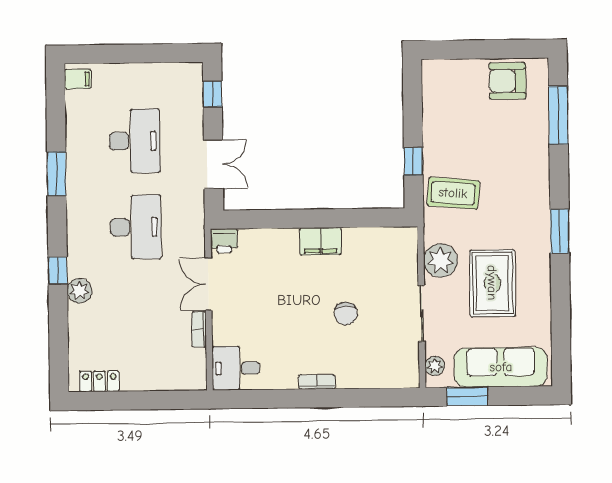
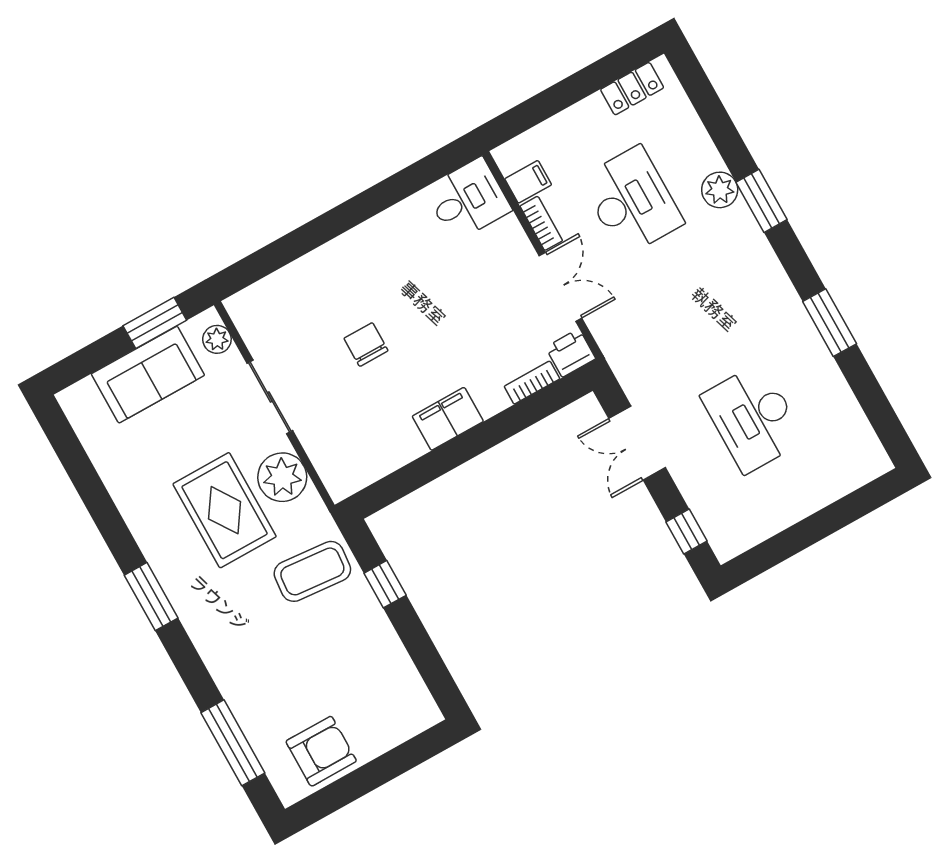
filing cabinet: (78, 79) -> (528, 182), moved, turned 180
desk: (136, 227) -> (632, 201), moved, turned 180
window: (58, 270) -> (761, 201), width x1.50
rug: (492, 283) -> (225, 510), moved
sofa: (501, 367) -> (148, 375), width x0.73
bookcase: (317, 382) -> (532, 383), moved, turned 180

